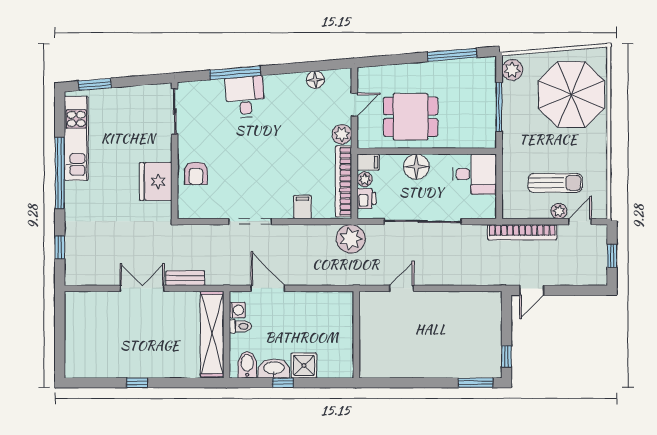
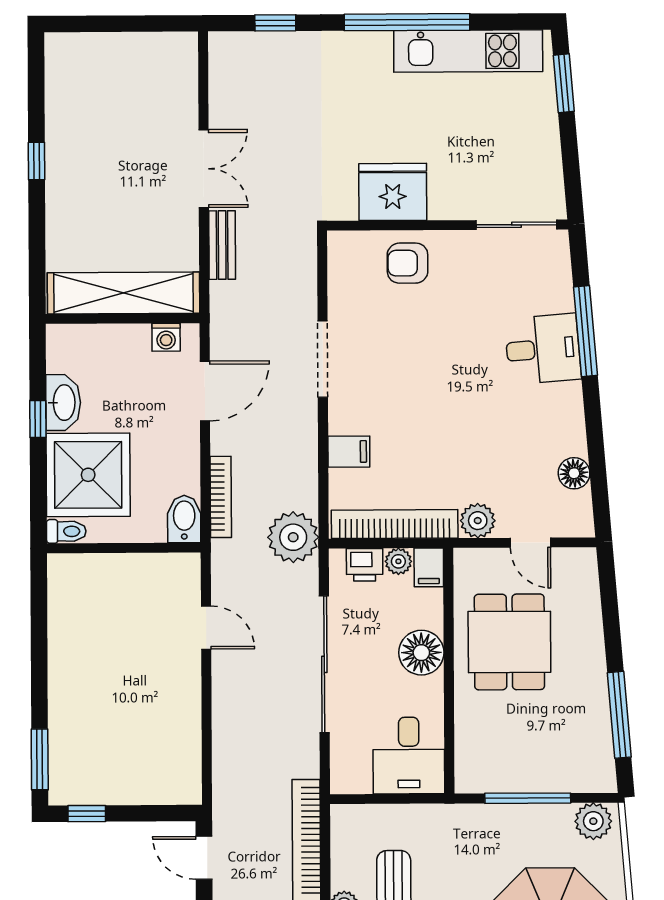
bookcase: (328, 280) -> (221, 497), added
toilet: (240, 326) -> (66, 531), moved, turned -90
bidet: (247, 365) -> (184, 519), moved, turned -90
shower: (304, 366) -> (88, 475), width x1.86, depth x1.86

